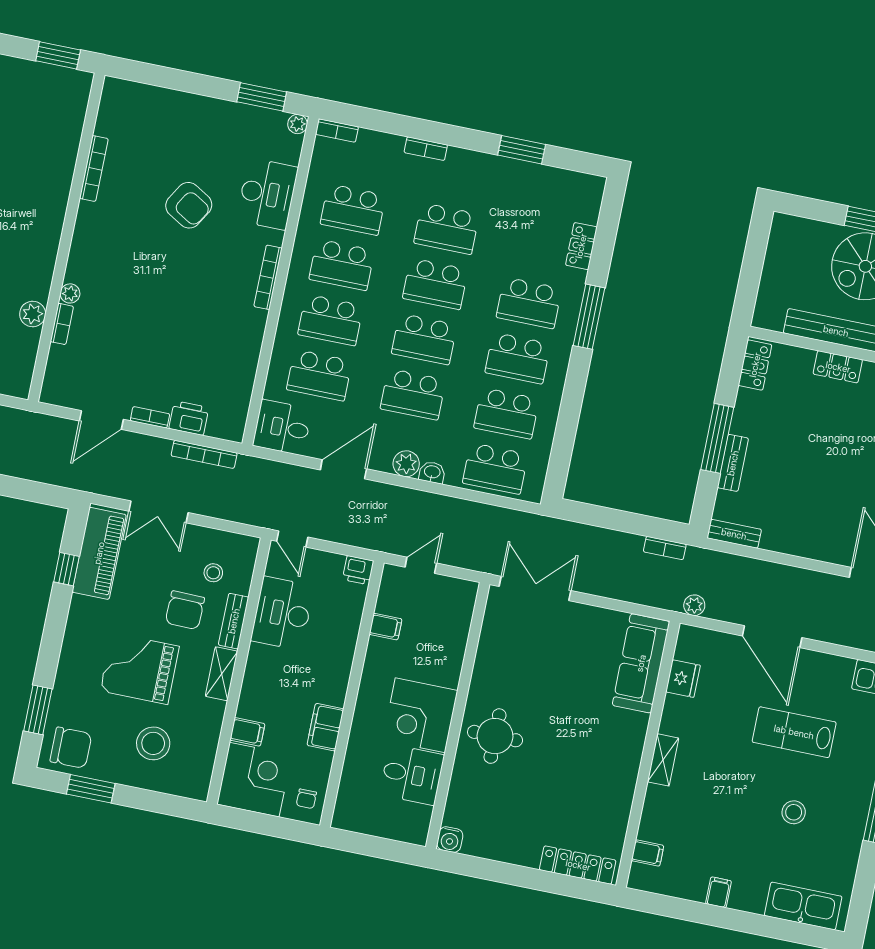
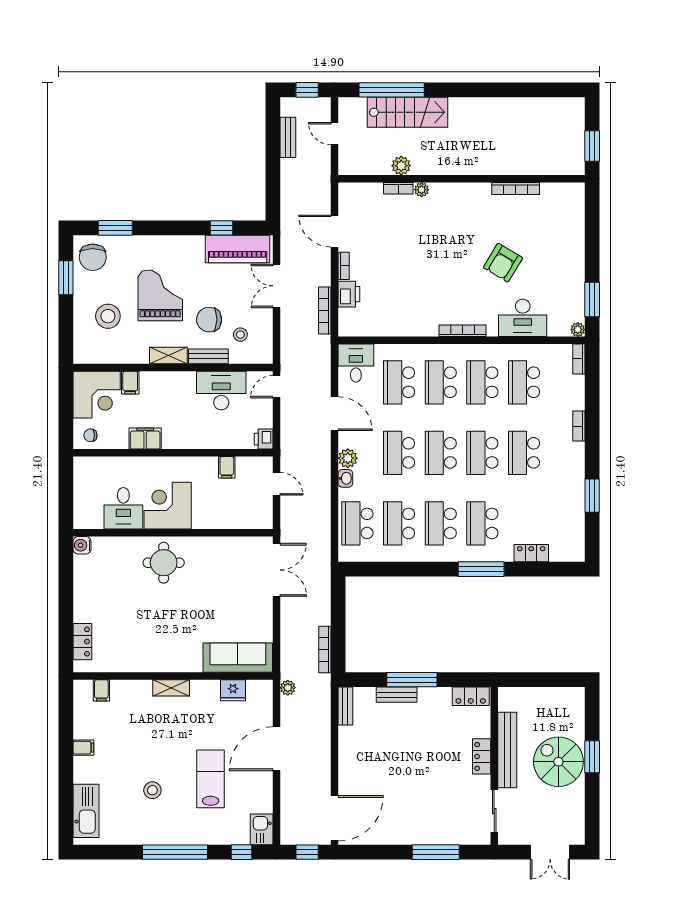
bookcase: (665, 548) -> (325, 649), width x1.56
locker: (578, 865) -> (82, 642), width x0.66

